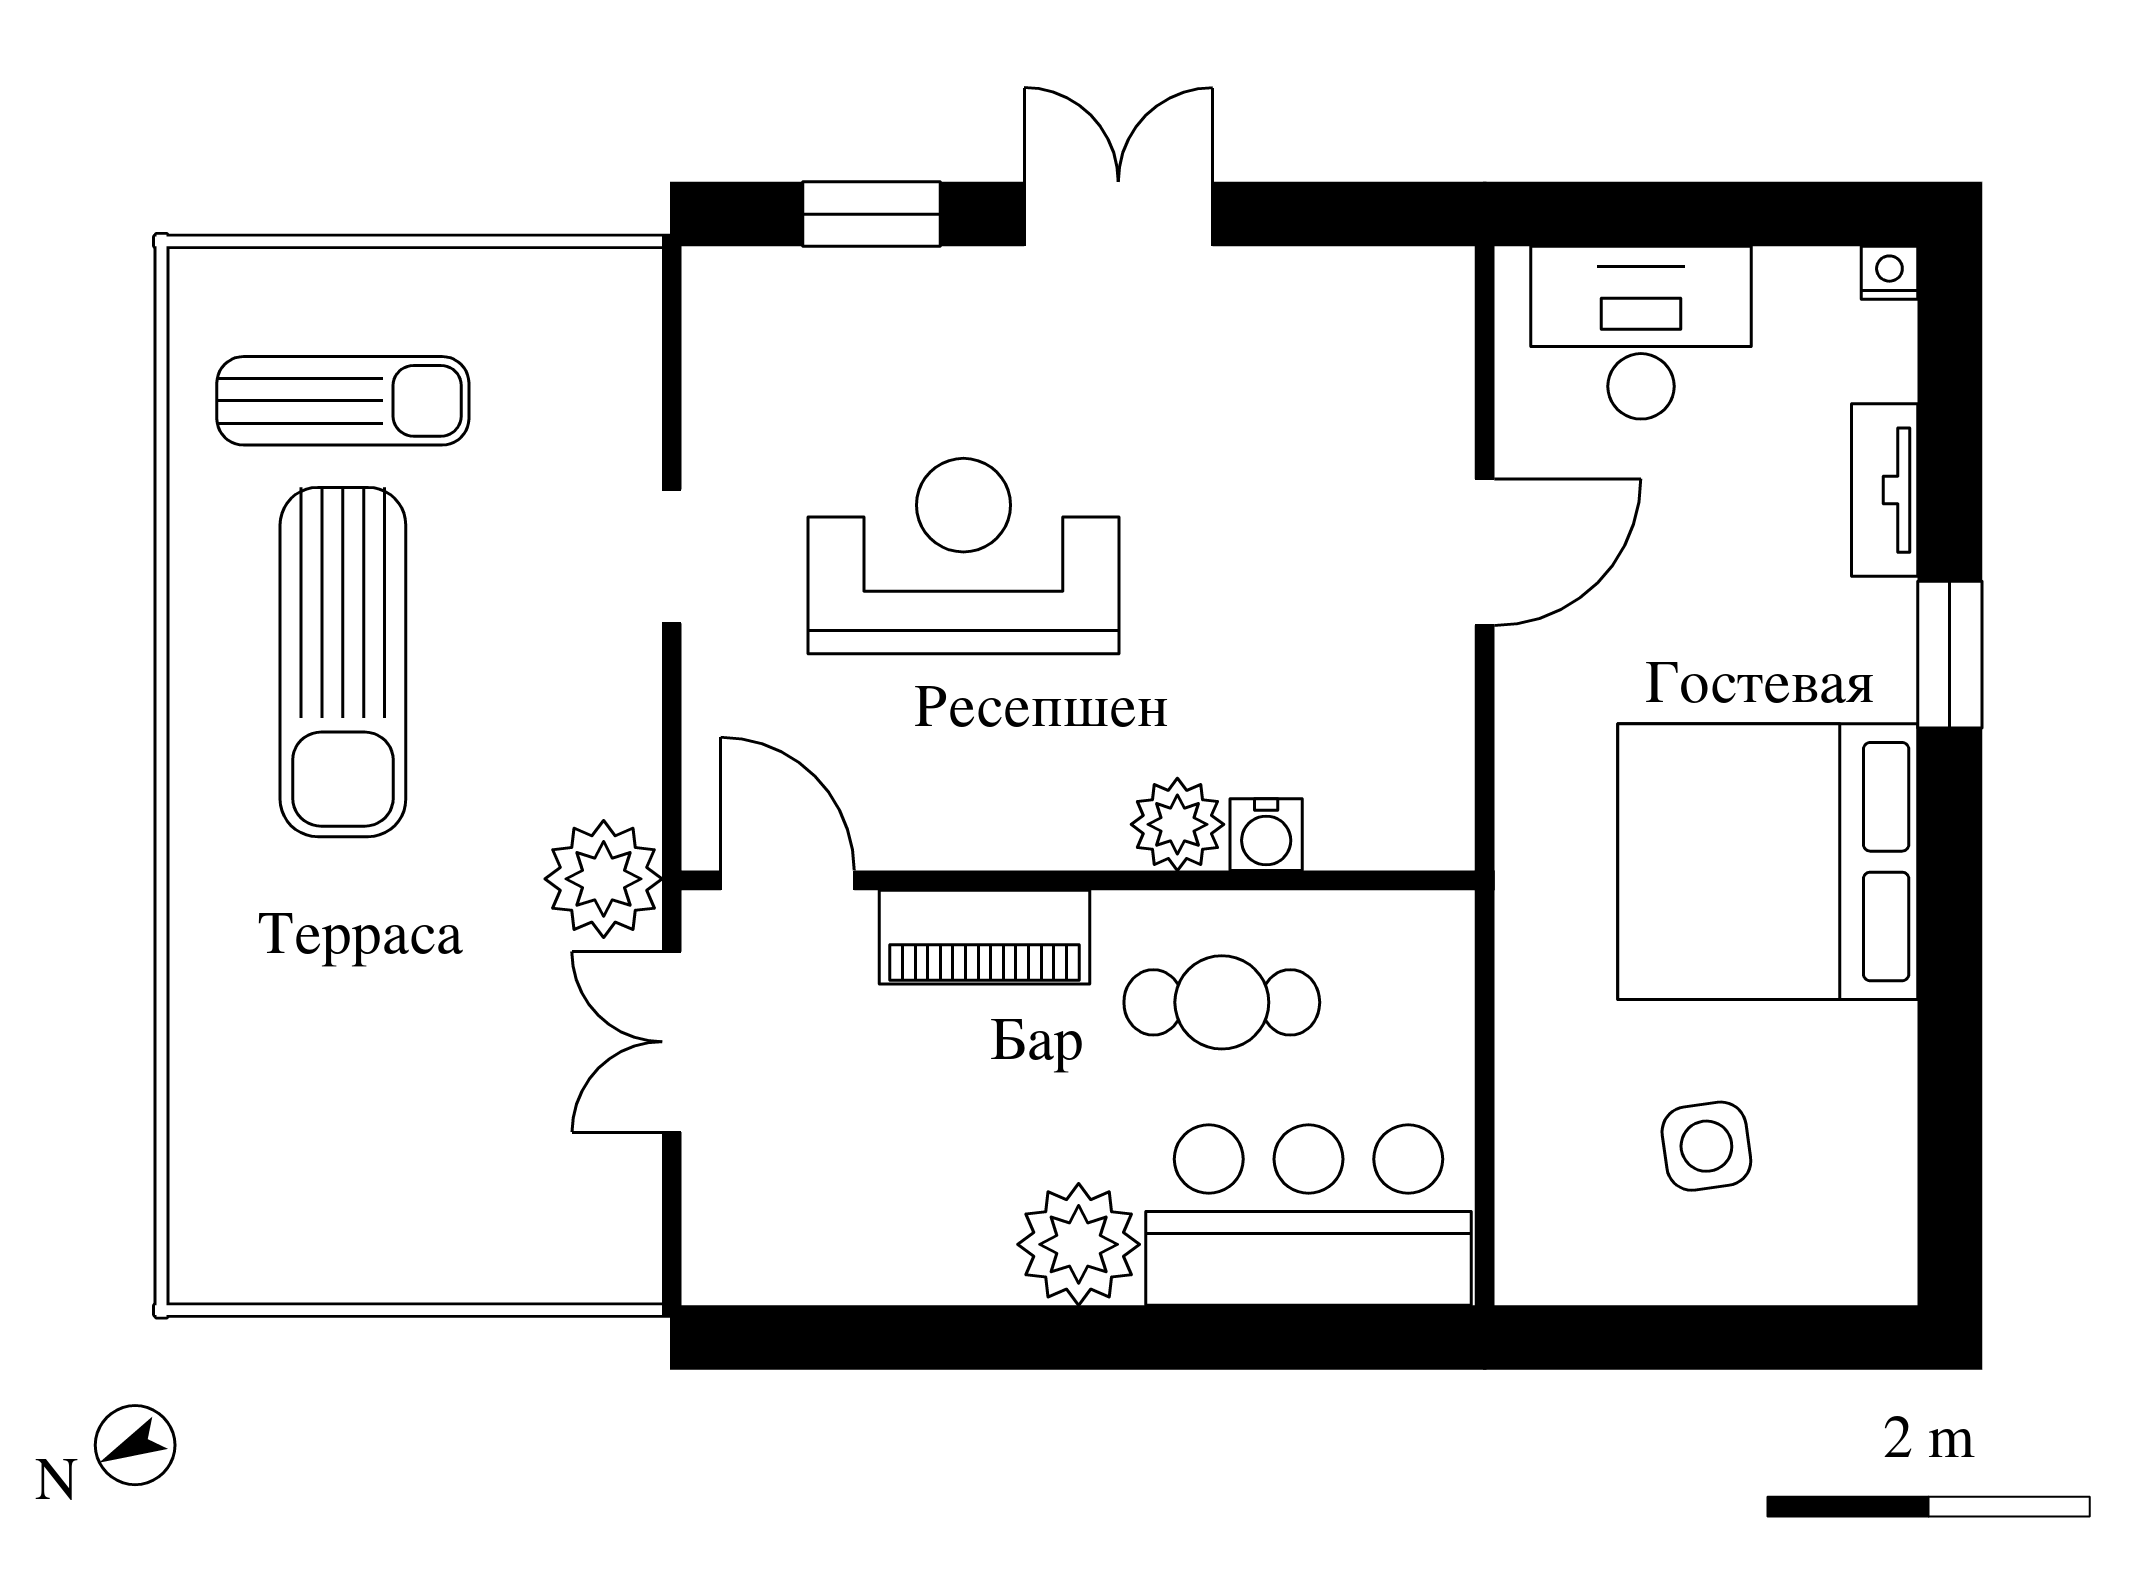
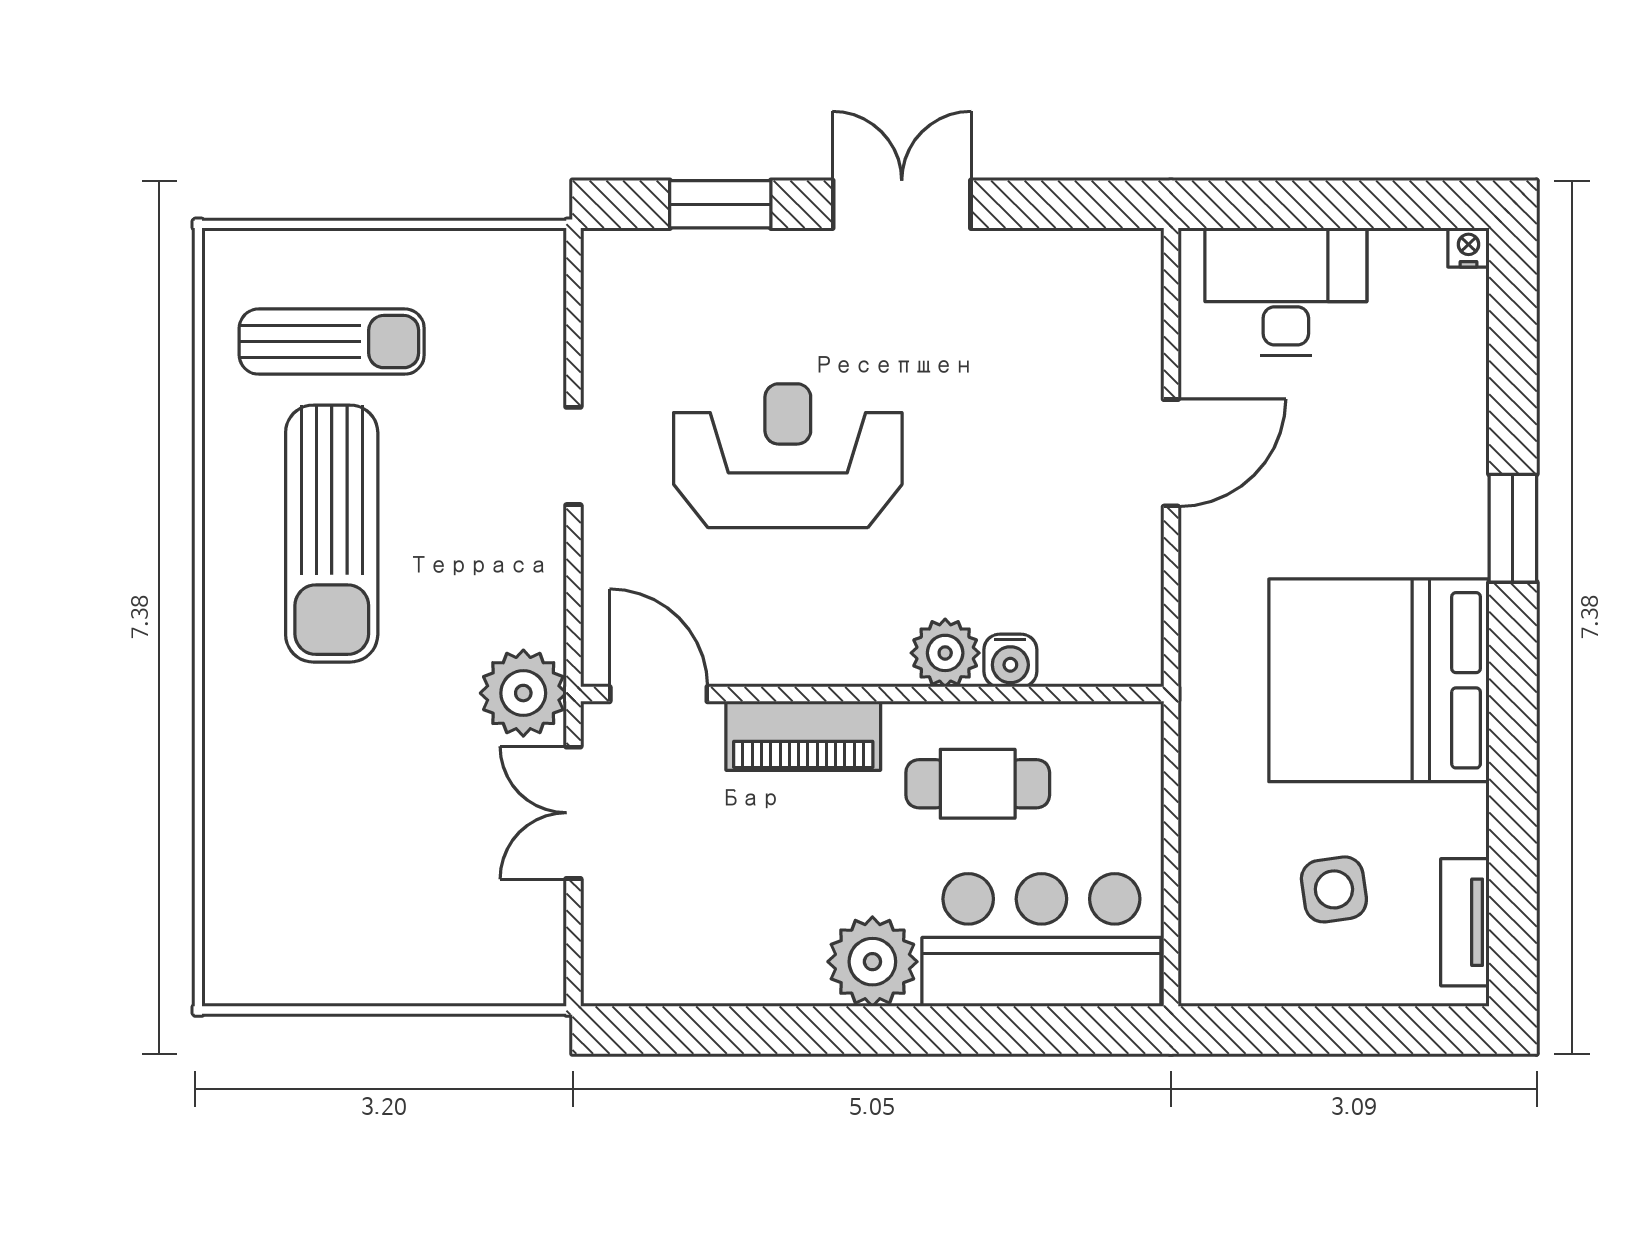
tv unit: (1885, 490) -> (1465, 922), moved

